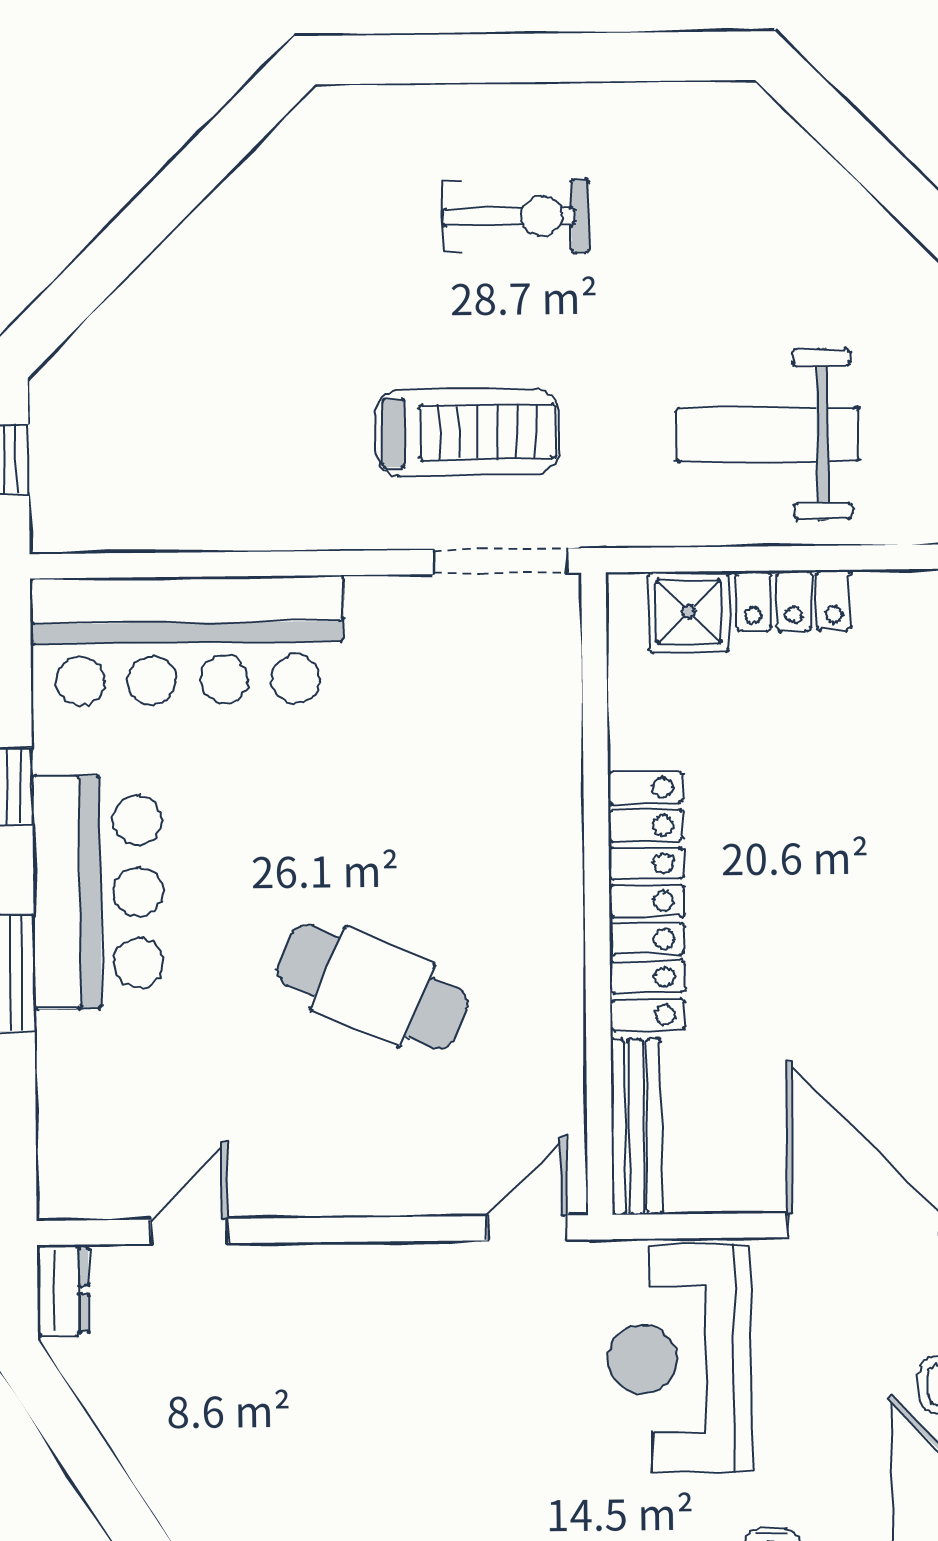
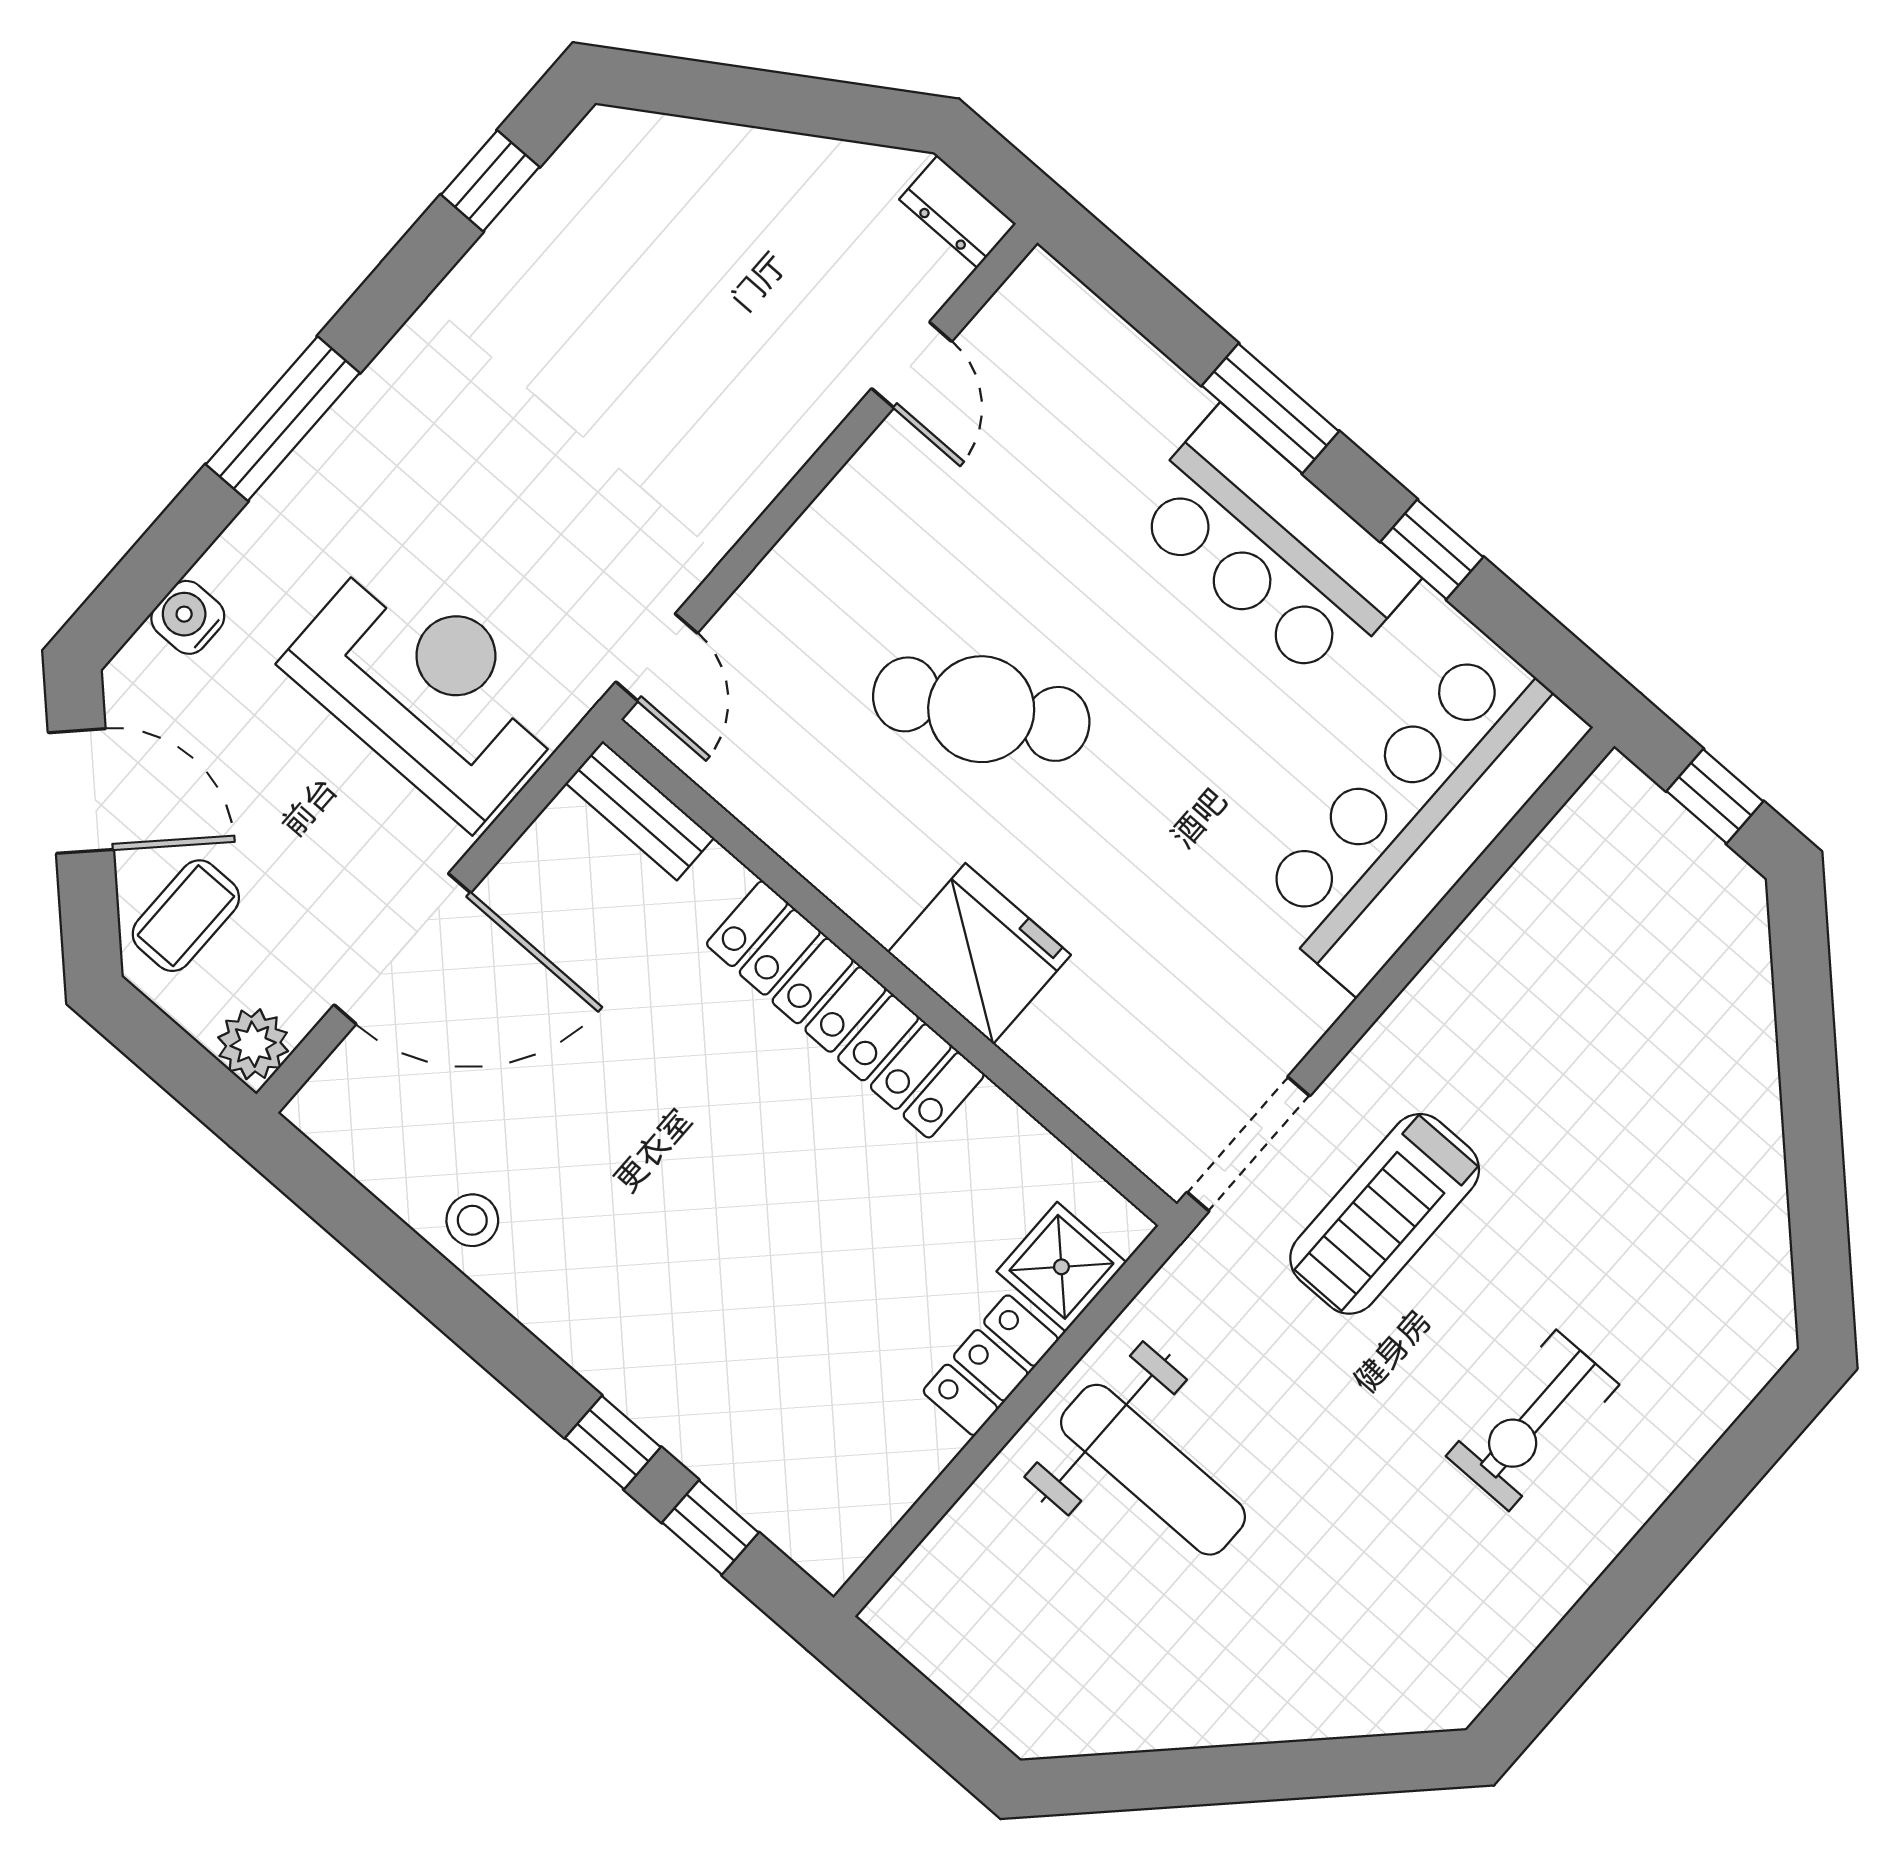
weight bench: (767, 435) -> (1153, 1470), turned 90
fridge: (533, 847) -> (979, 954), added
cafe table: (373, 987) -> (981, 709), turned 36
bench: (636, 1127) -> (640, 811), width x0.73

